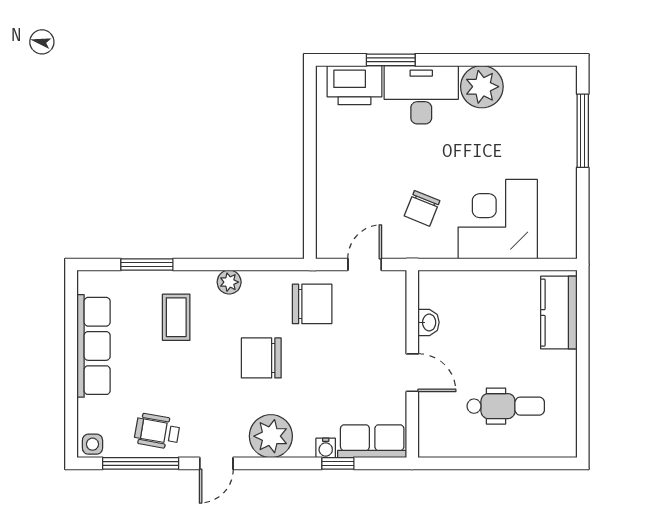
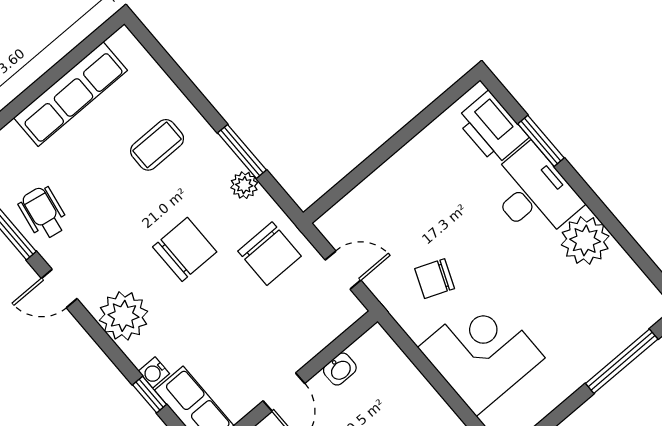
window: (147, 264) -> (242, 151), moved
plant: (229, 282) -> (244, 185), moved
chair: (261, 358) -> (185, 249), turned 90

